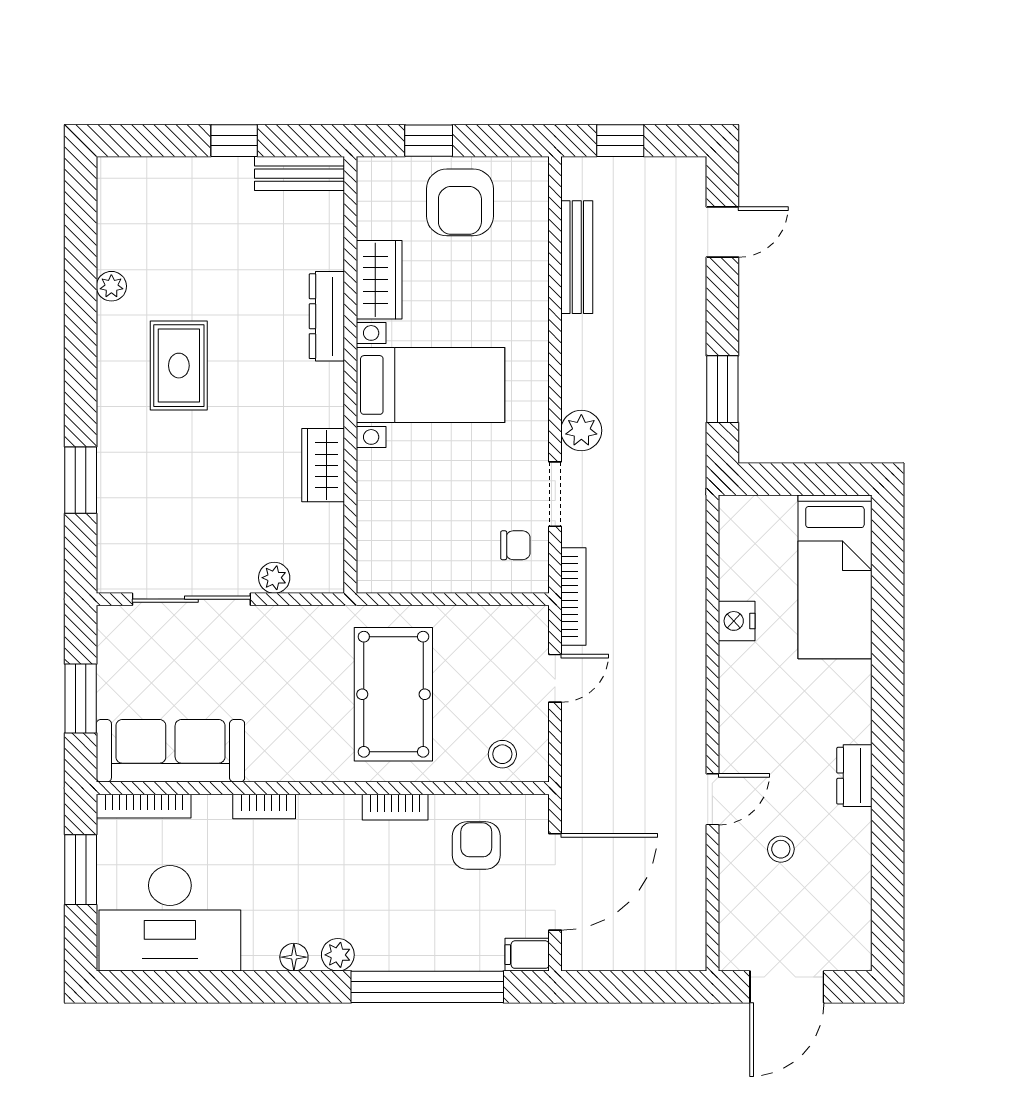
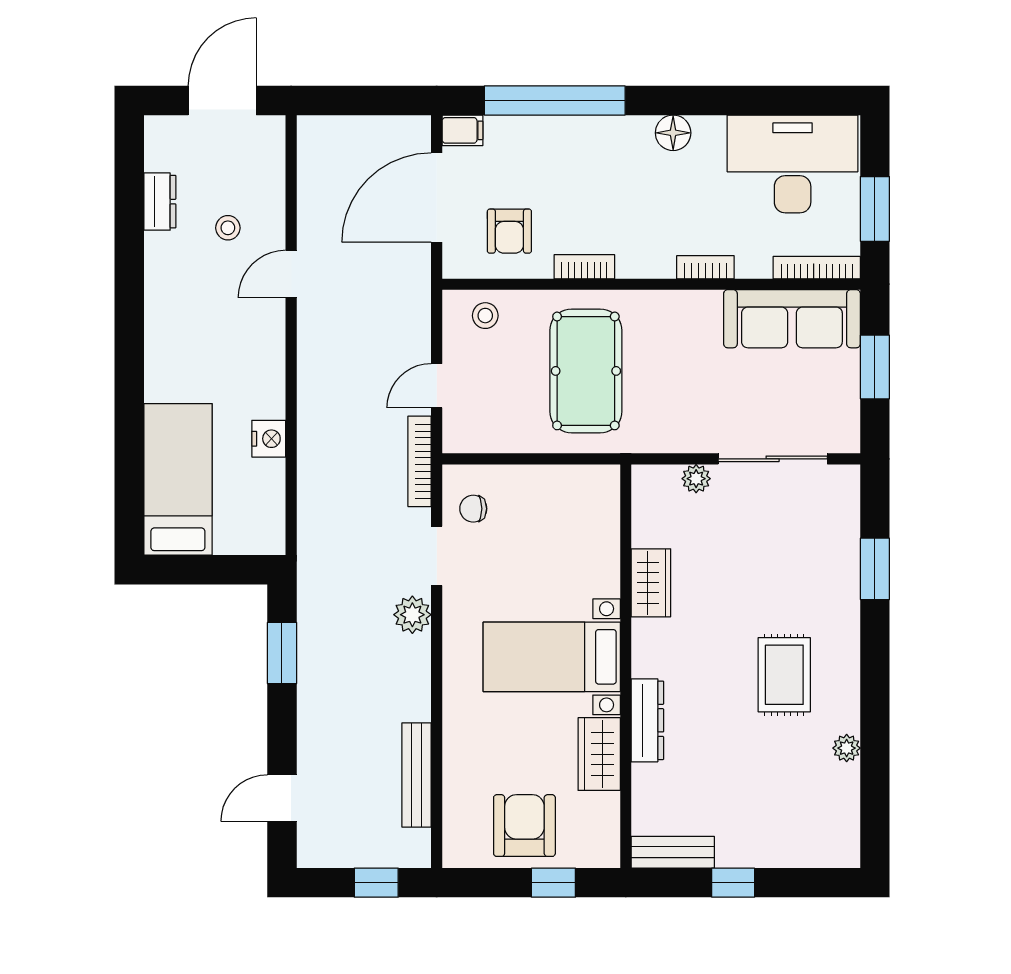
dresser: (854, 776) -> (160, 202), moved
plant: (338, 955) -> (637, 130), removed
floor lamp: (294, 957) -> (673, 133), width x1.37, depth x1.37

